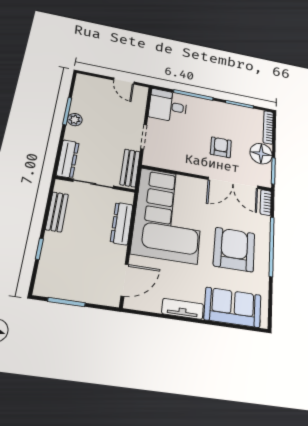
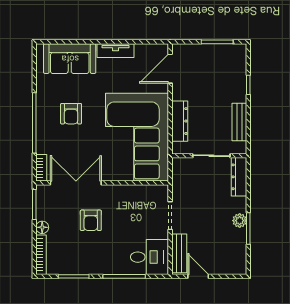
floor lamp: (261, 154) -> (42, 227), width x0.53, depth x0.53
bench: (130, 168) -> (179, 253), moved
armchair: (234, 249) -> (71, 114), width x0.53, depth x0.53

